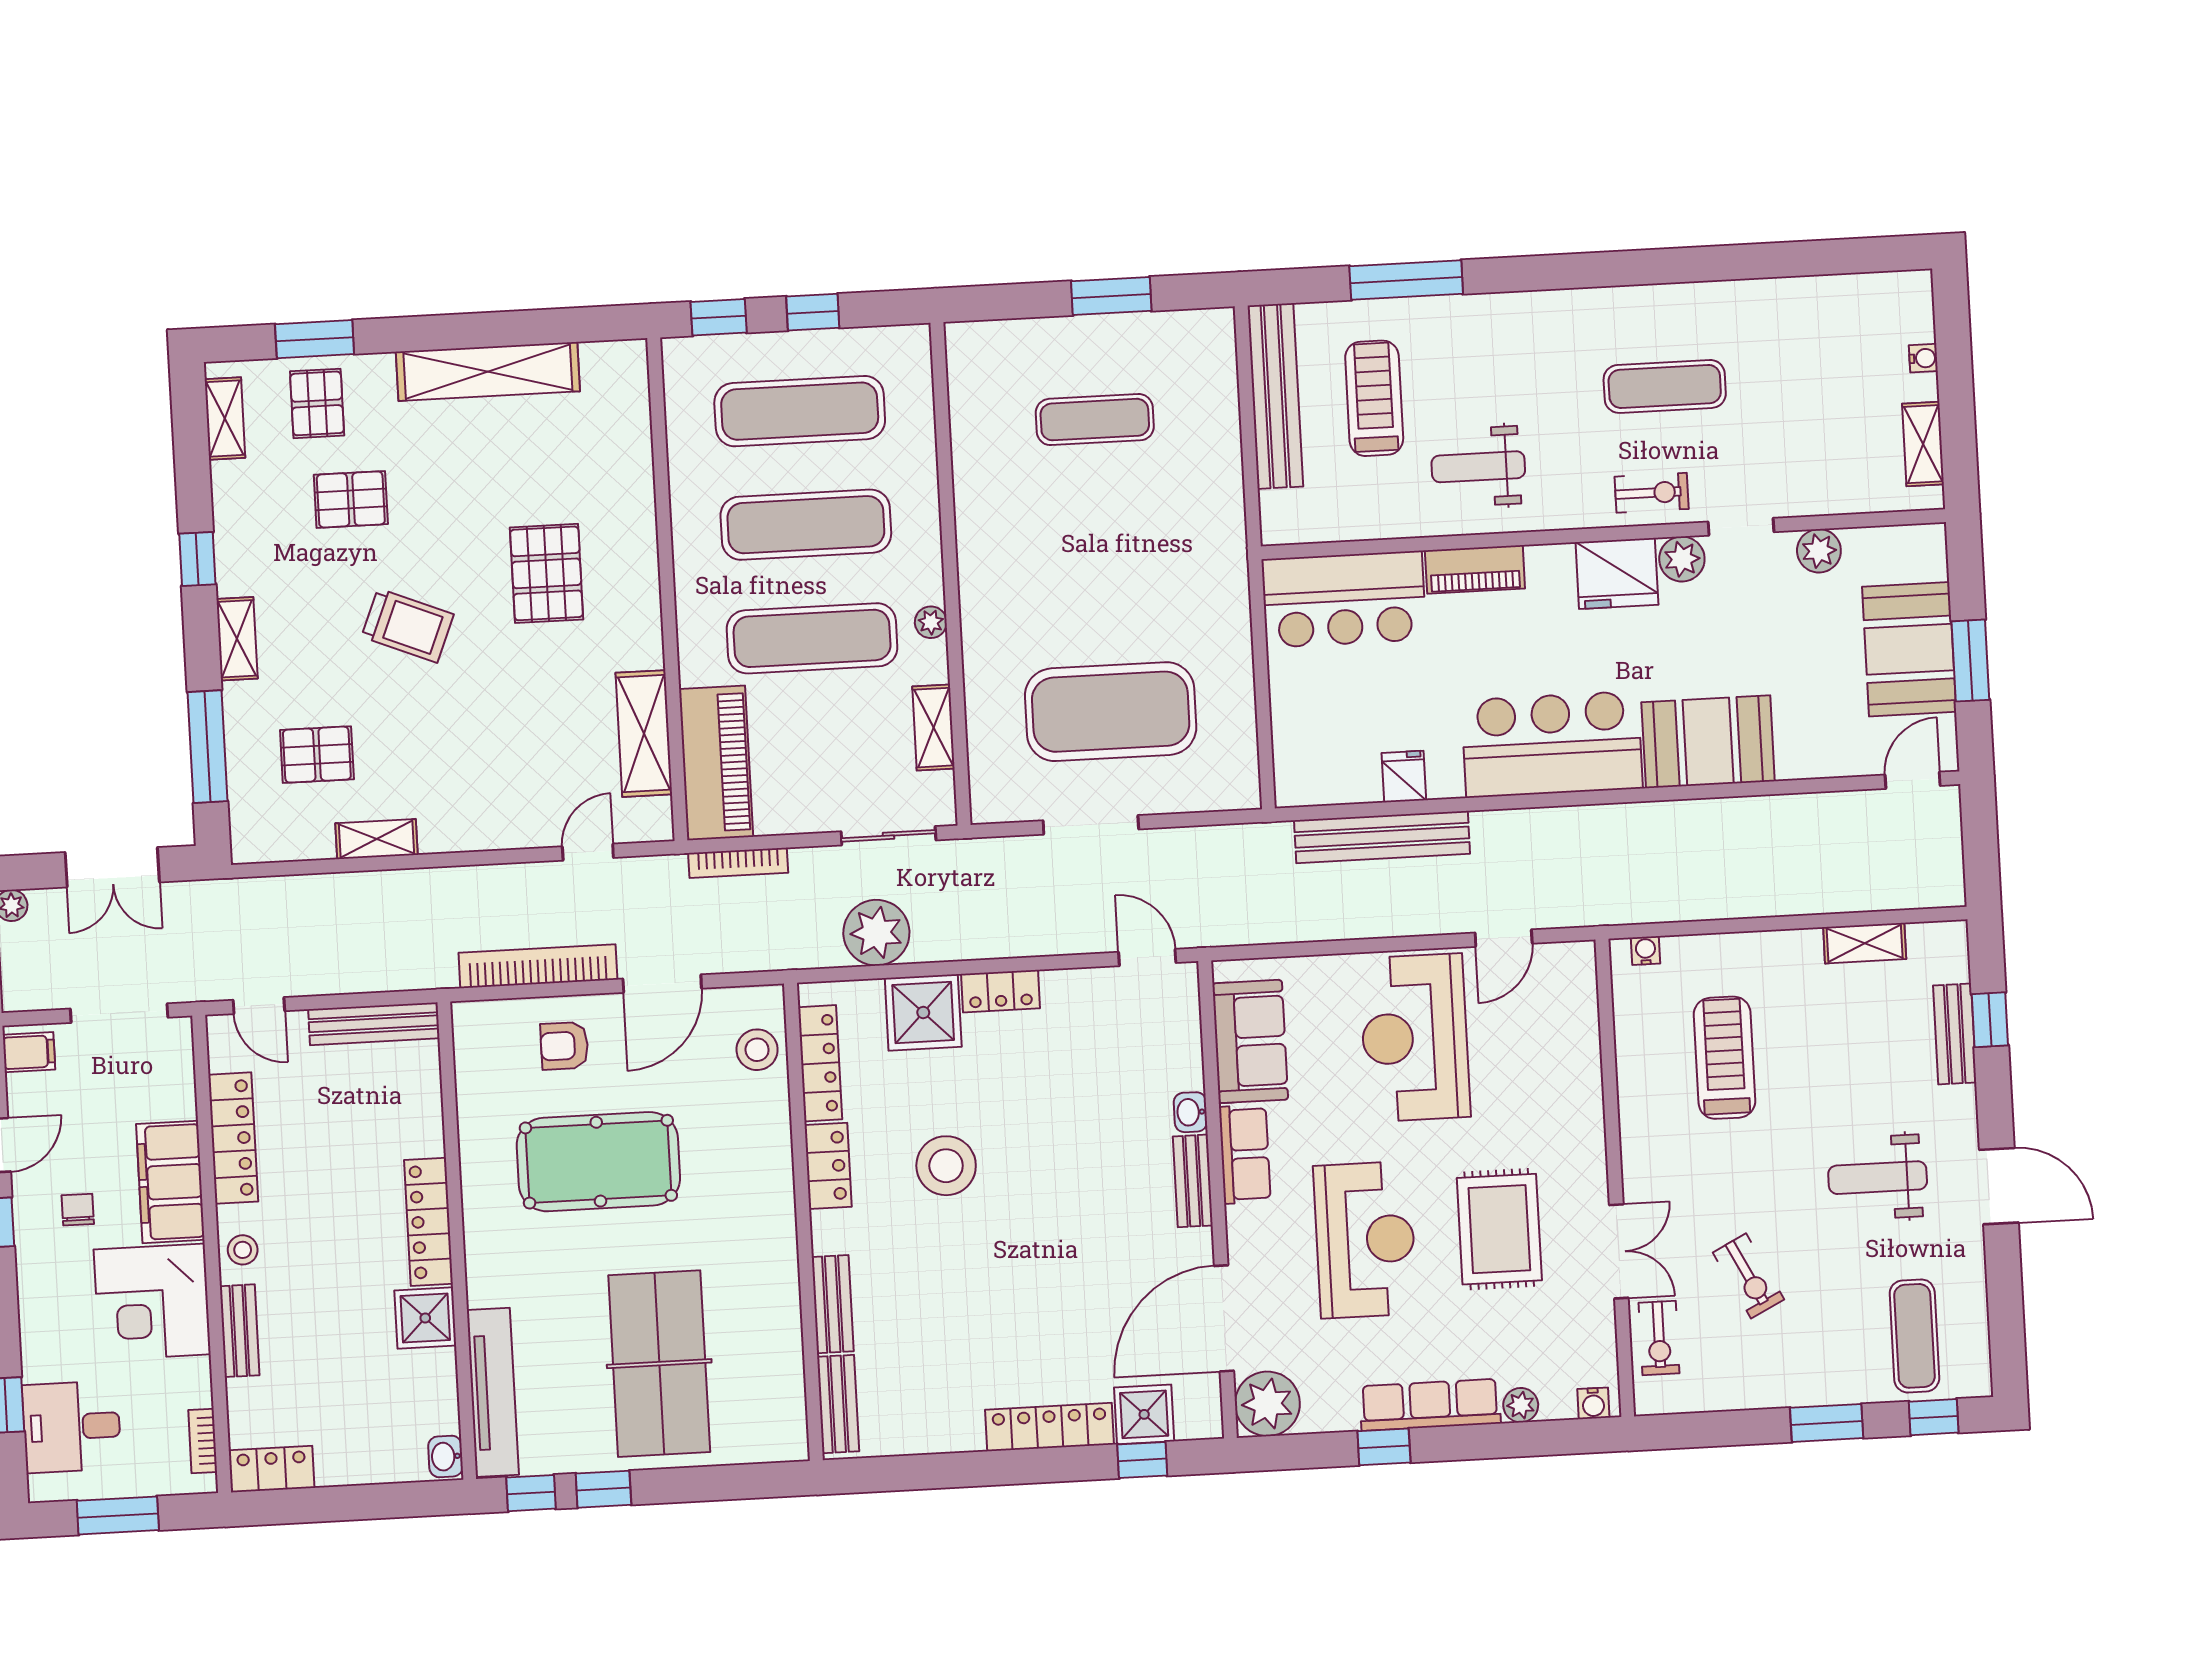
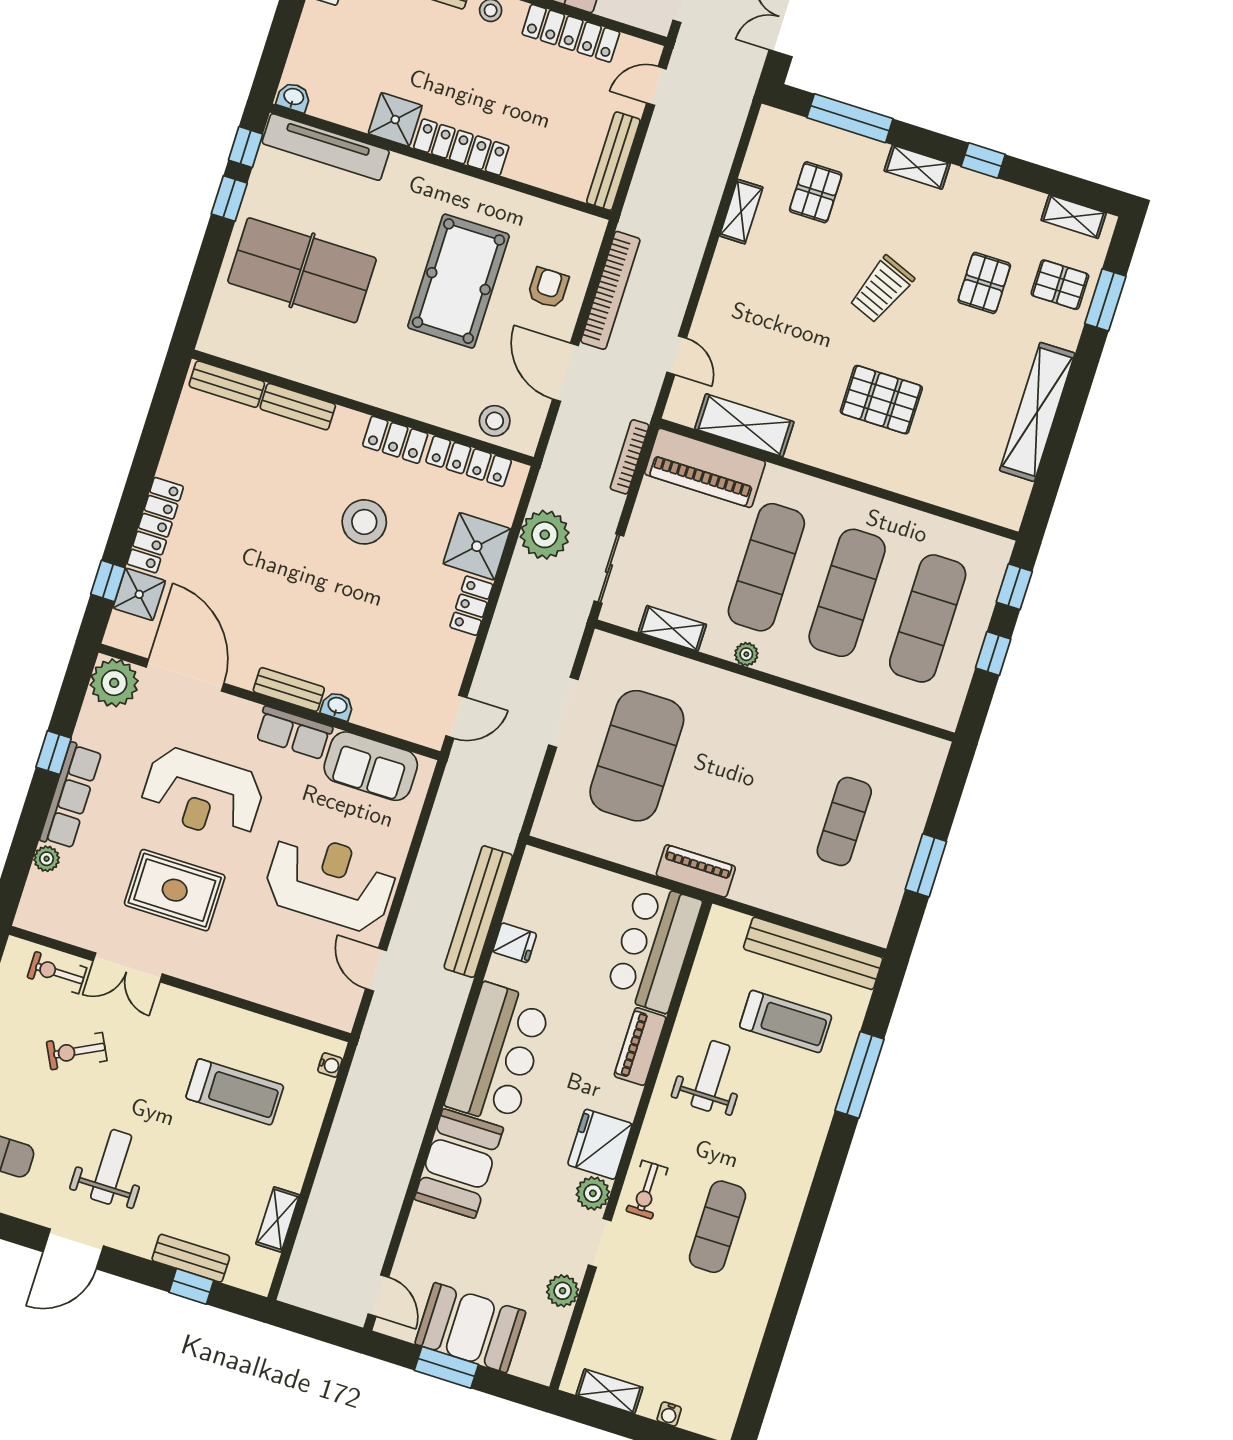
piano: (1228, 583) -> (696, 871), added
water cooler: (1593, 1403) -> (29, 910), removed

